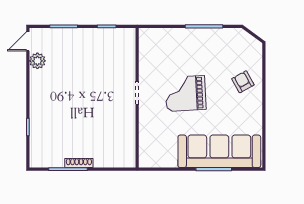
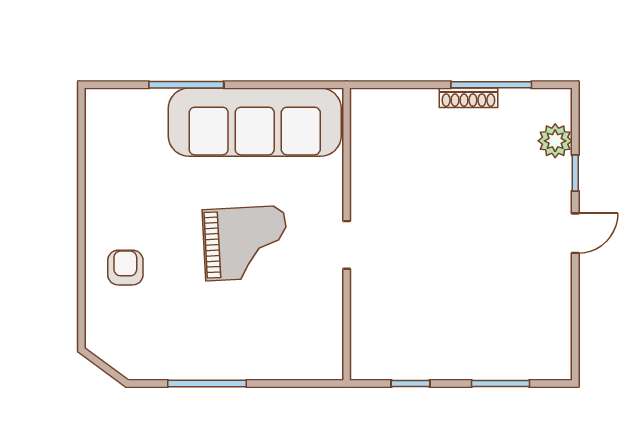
door: (28, 41) -> (575, 233), moved
plant: (37, 61) -> (555, 141), moved
armchair: (243, 82) -> (125, 268), turned -151
sofa: (219, 151) -> (255, 122), moved

